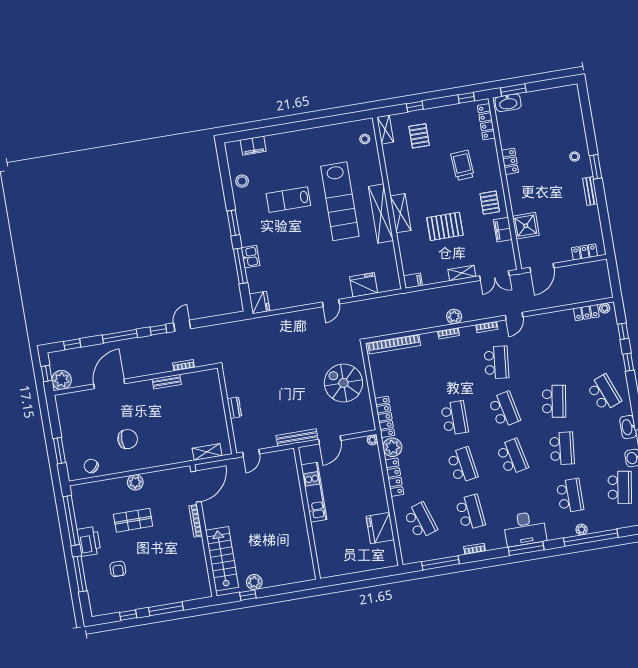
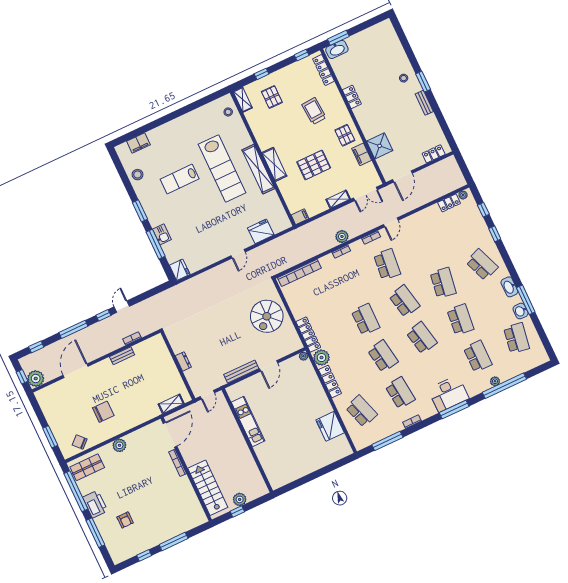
spiral stairs: (343, 383) -> (267, 316), turned -90
kitchen unit: (314, 492) -> (248, 422), moved
wall: (307, 513) -> (247, 440), moved
shop shelf: (133, 520) -> (87, 467), moved

